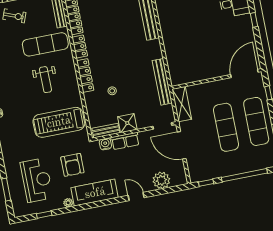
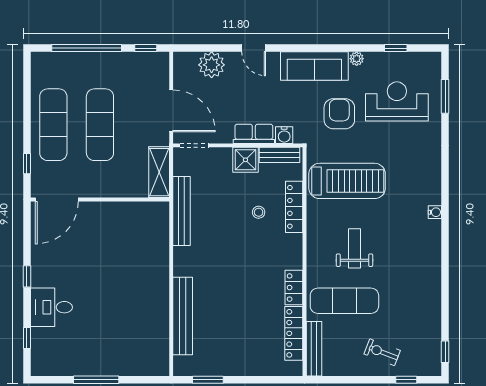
locker: (85, 75) -> (294, 207), moved
reception desk: (37, 180) -> (397, 101), turned 90

